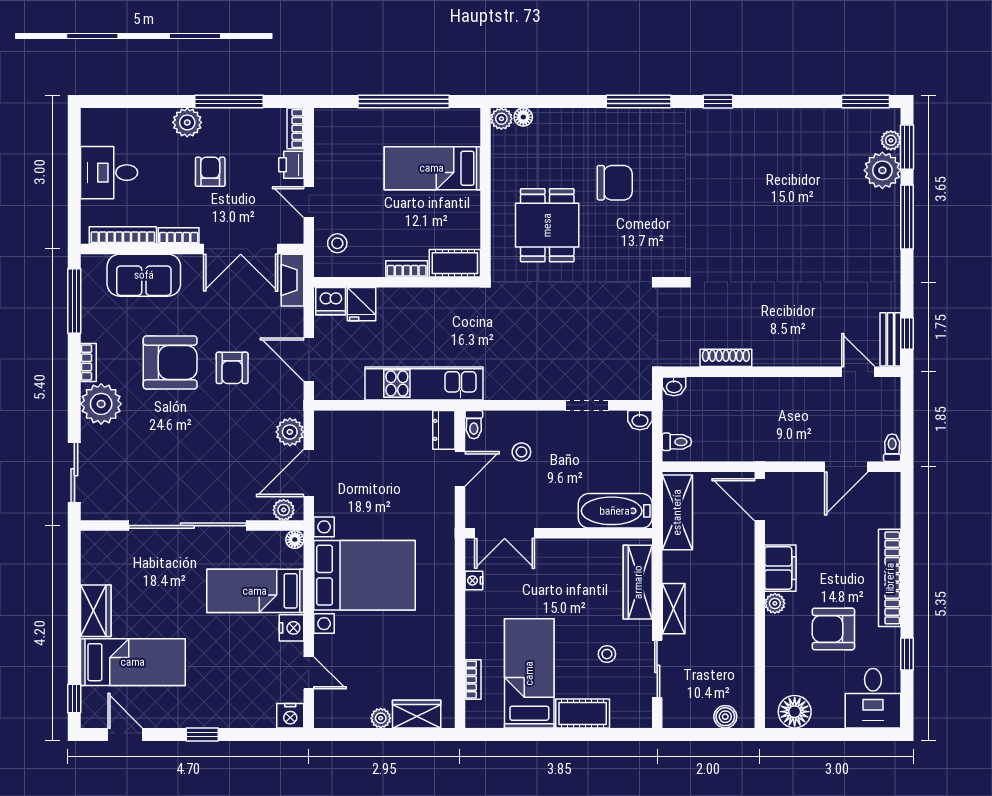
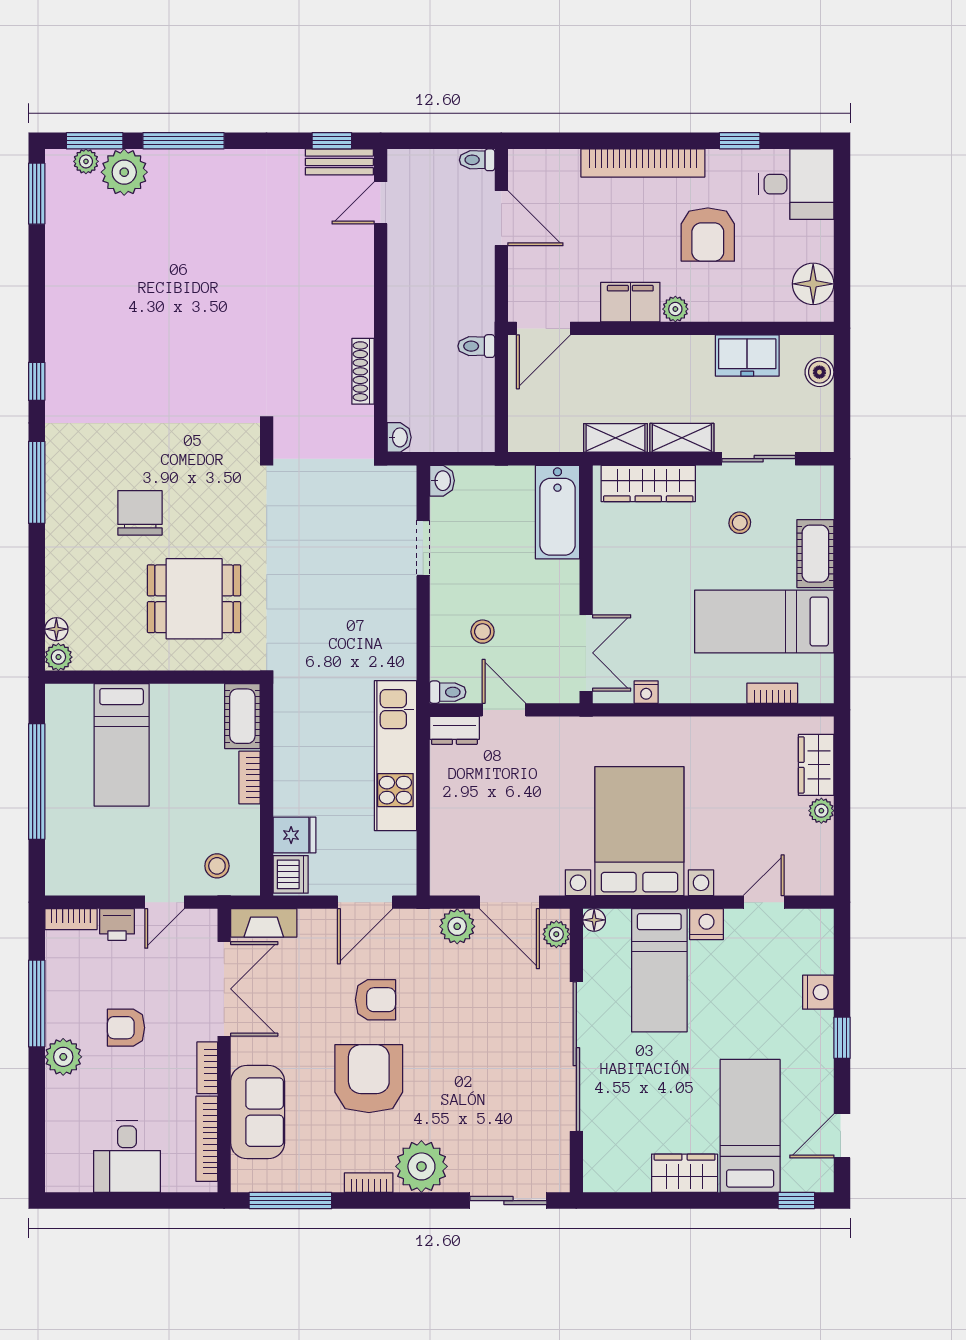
toilet: (677, 442) -> (476, 346), moved, turned -90
shelving: (677, 512) -> (615, 438), moved, width x0.67, depth x0.75
freezer: (738, 660) -> (747, 356), added
nightstand: (290, 716) -> (818, 992), moved

